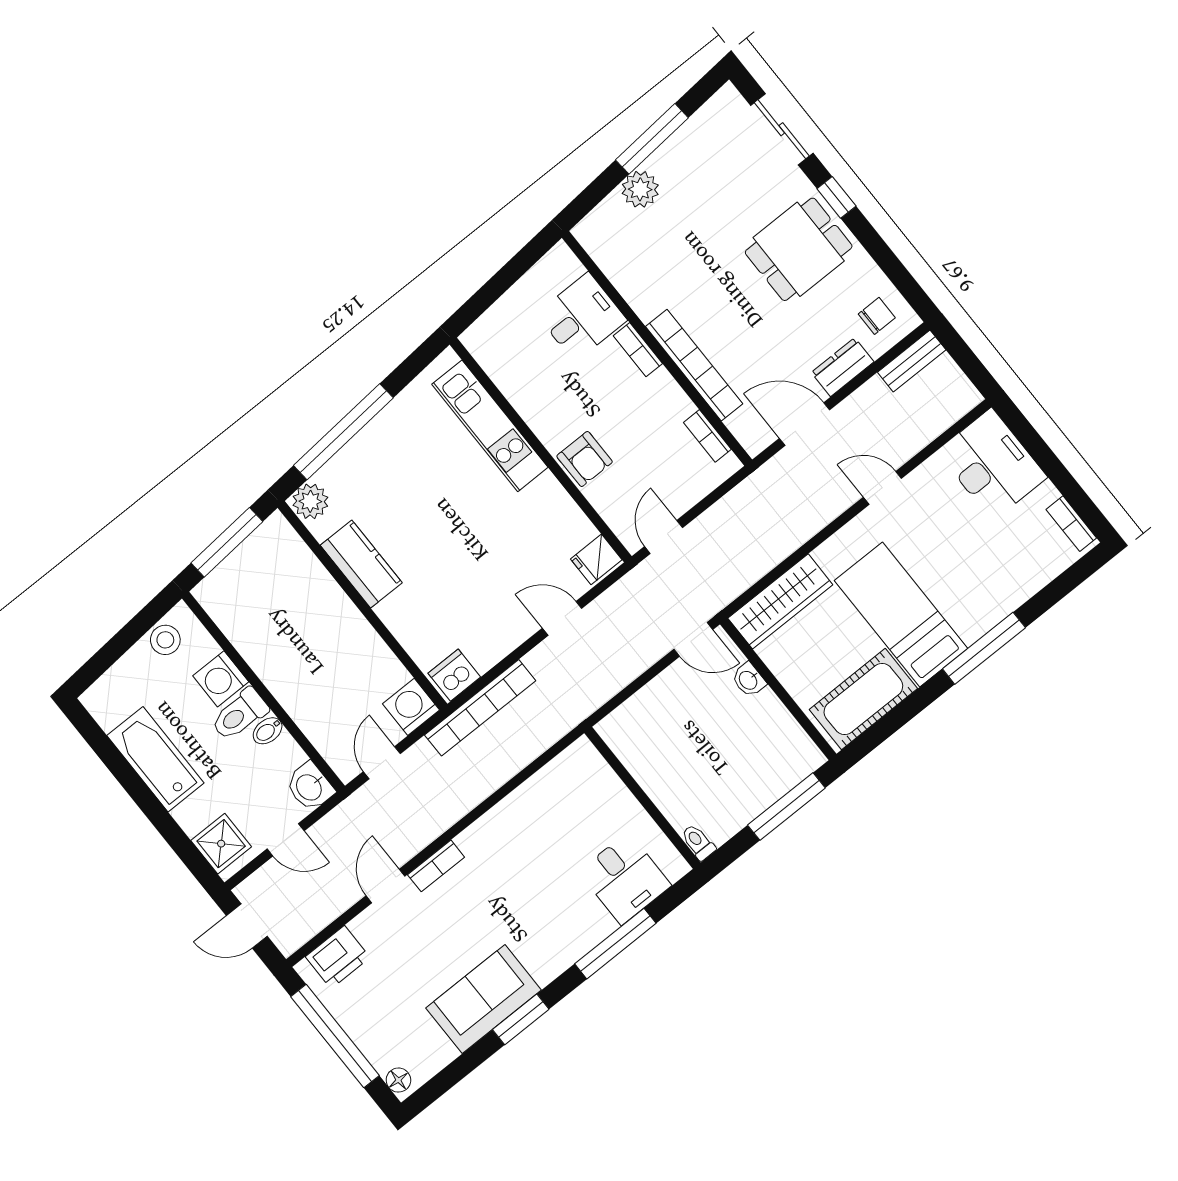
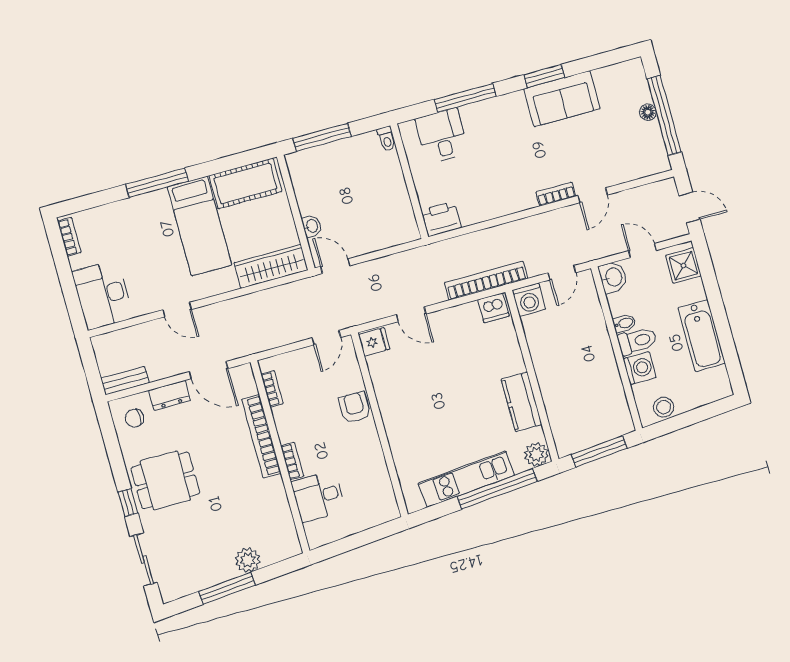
kitchen unit: (490, 426) -> (466, 479), moved, turned -95
printer: (338, 957) -> (441, 219), moved
floor lamp: (398, 1080) -> (648, 112), moved

